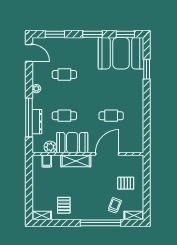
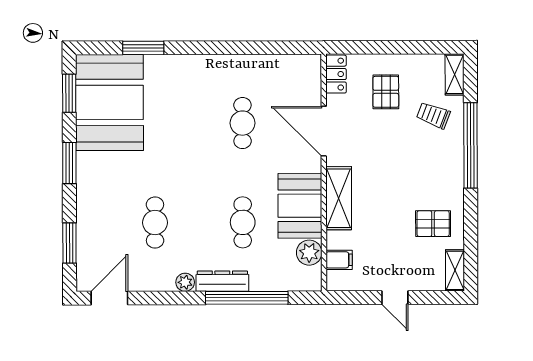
dresser: (37, 122) -> (222, 281), moved
locker: (134, 160) -> (336, 74), added
door: (29, 187) -> (395, 298), added

